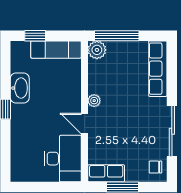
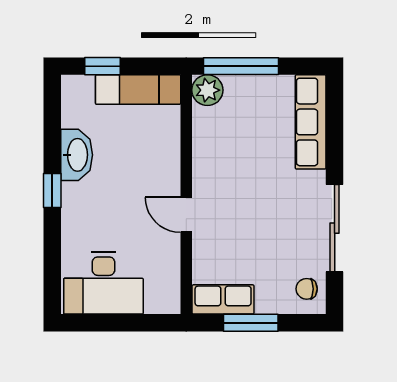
plant: (94, 101) -> (203, 176), removed
desk: (63, 159) -> (103, 283), moved, turned 90

